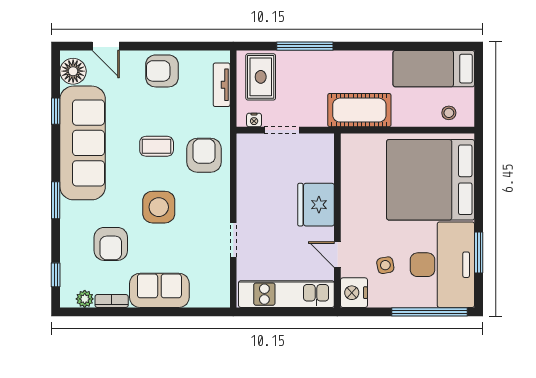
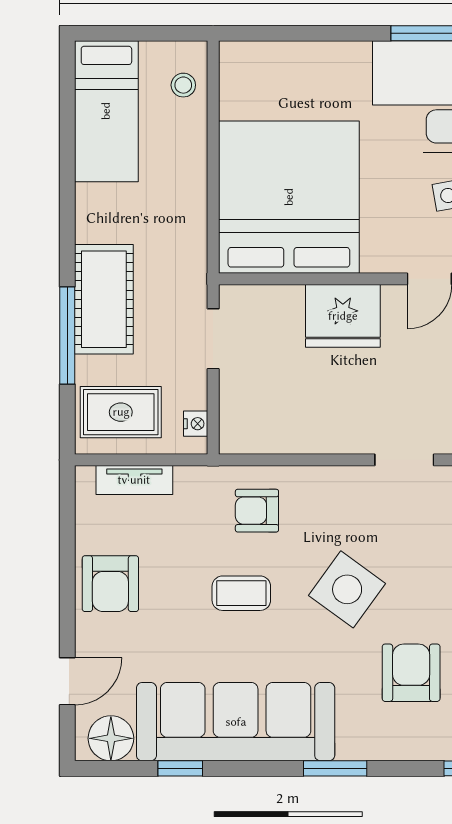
cot: (359, 110) -> (104, 299), moved
doorway: (282, 130) -> (213, 339), moved
coffee table: (157, 146) -> (241, 593), turned 90
armchair: (204, 155) -> (257, 511), width x0.72, depth x0.72
bed: (431, 180) -> (289, 197), moved, turned 180
side table: (159, 207) -> (347, 589), turned 36
armchair: (111, 244) -> (411, 673), turned -90

